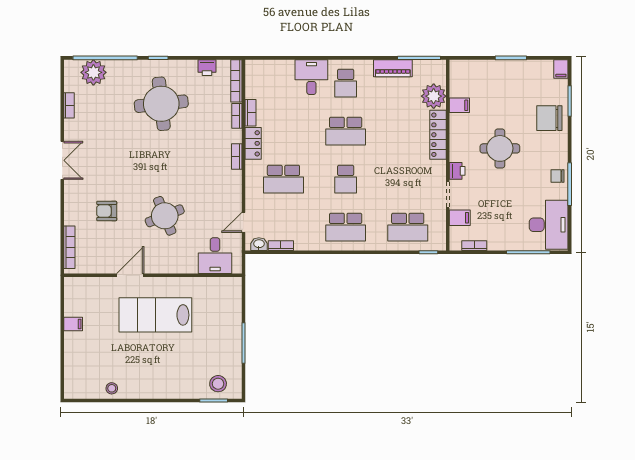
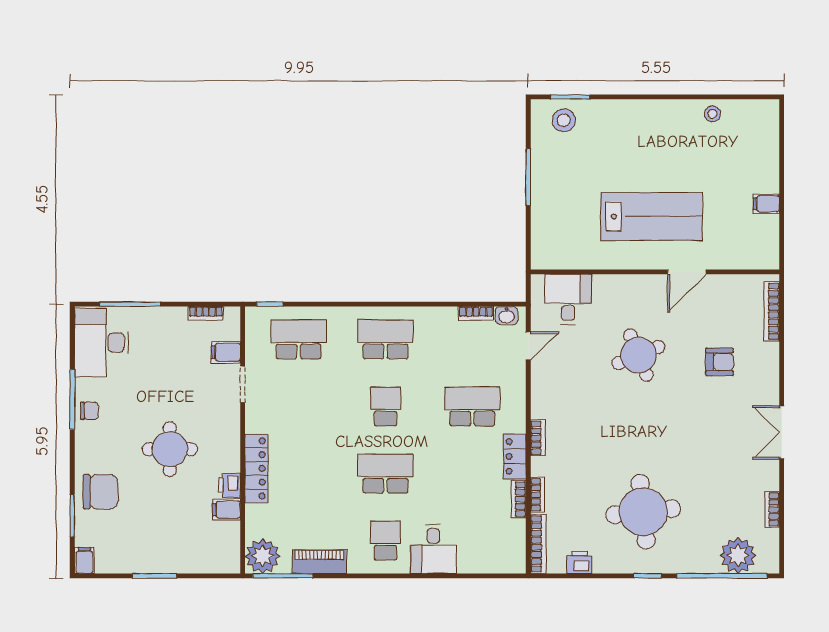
plant: (434, 96) -> (263, 556), moved
printer: (457, 171) -> (229, 485), moved

